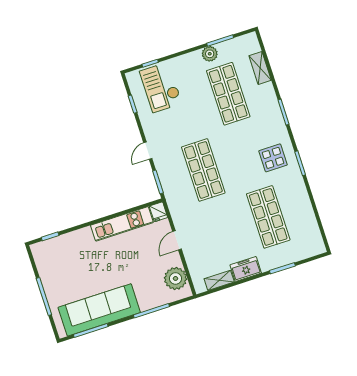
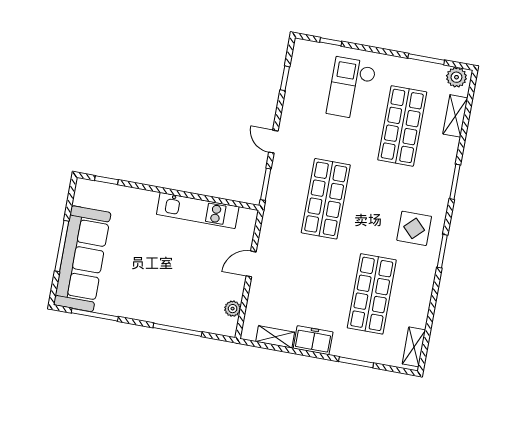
plant: (210, 54) -> (456, 77), moved
checkout: (161, 87) -> (351, 89), moved
door: (148, 151) -> (273, 142), hinge flipped
fridge: (158, 212) -> (248, 219), removed
shelving: (315, 237) -> (414, 347), added
plant: (175, 278) -> (233, 309), width x0.53, depth x0.53
sofa: (99, 310) -> (82, 259), moved, turned 90

